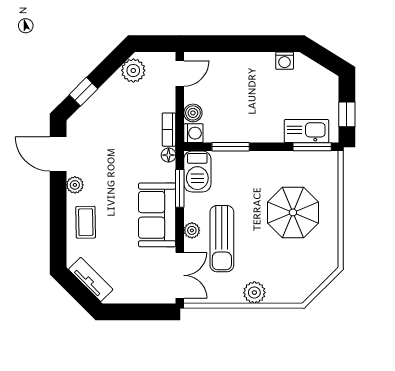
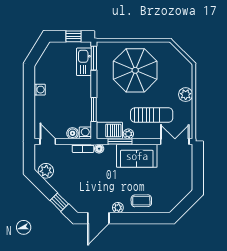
washing machine: (285, 61) -> (40, 90), moved
parasol: (293, 212) -> (135, 70), width x1.36, depth x1.36
plant: (192, 230) -> (128, 134), moved
tv unit: (91, 279) -> (177, 198), removed

